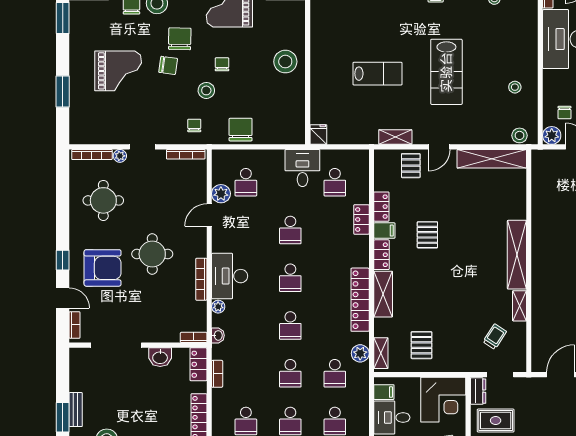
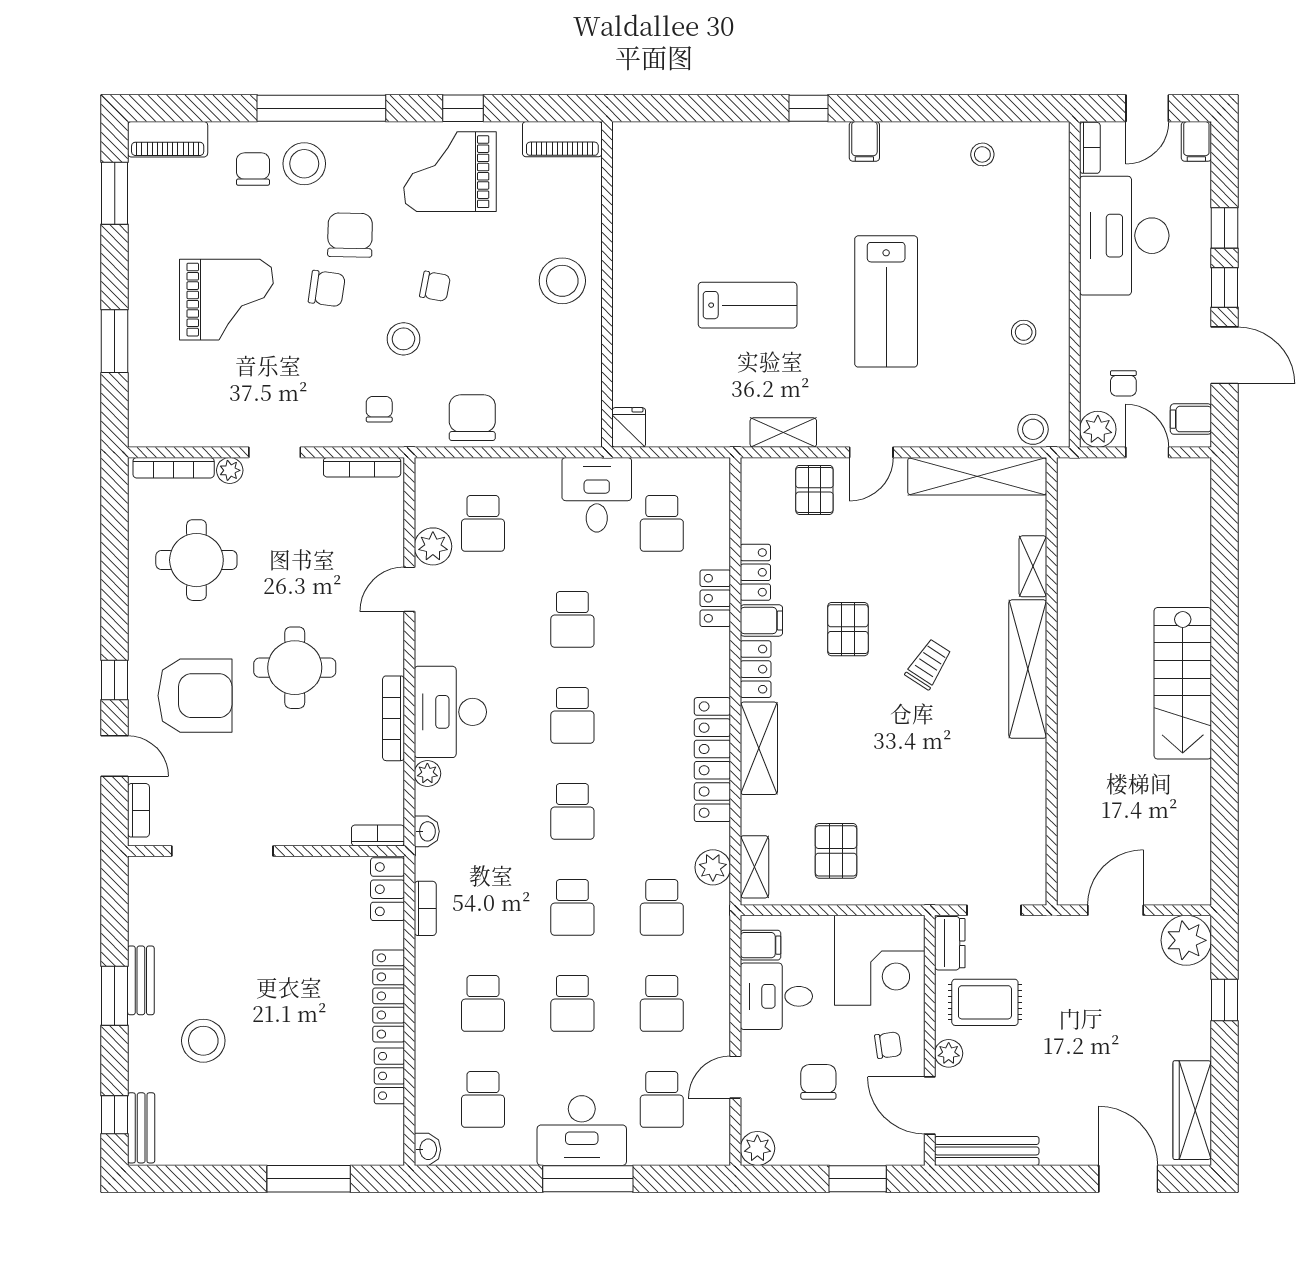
chair: (222, 64) -> (435, 286), turned 101
shelving: (519, 306) -> (1033, 566), moved
trolley: (495, 337) -> (929, 664), moved
washbasin: (160, 357) -> (311, 875), removed

